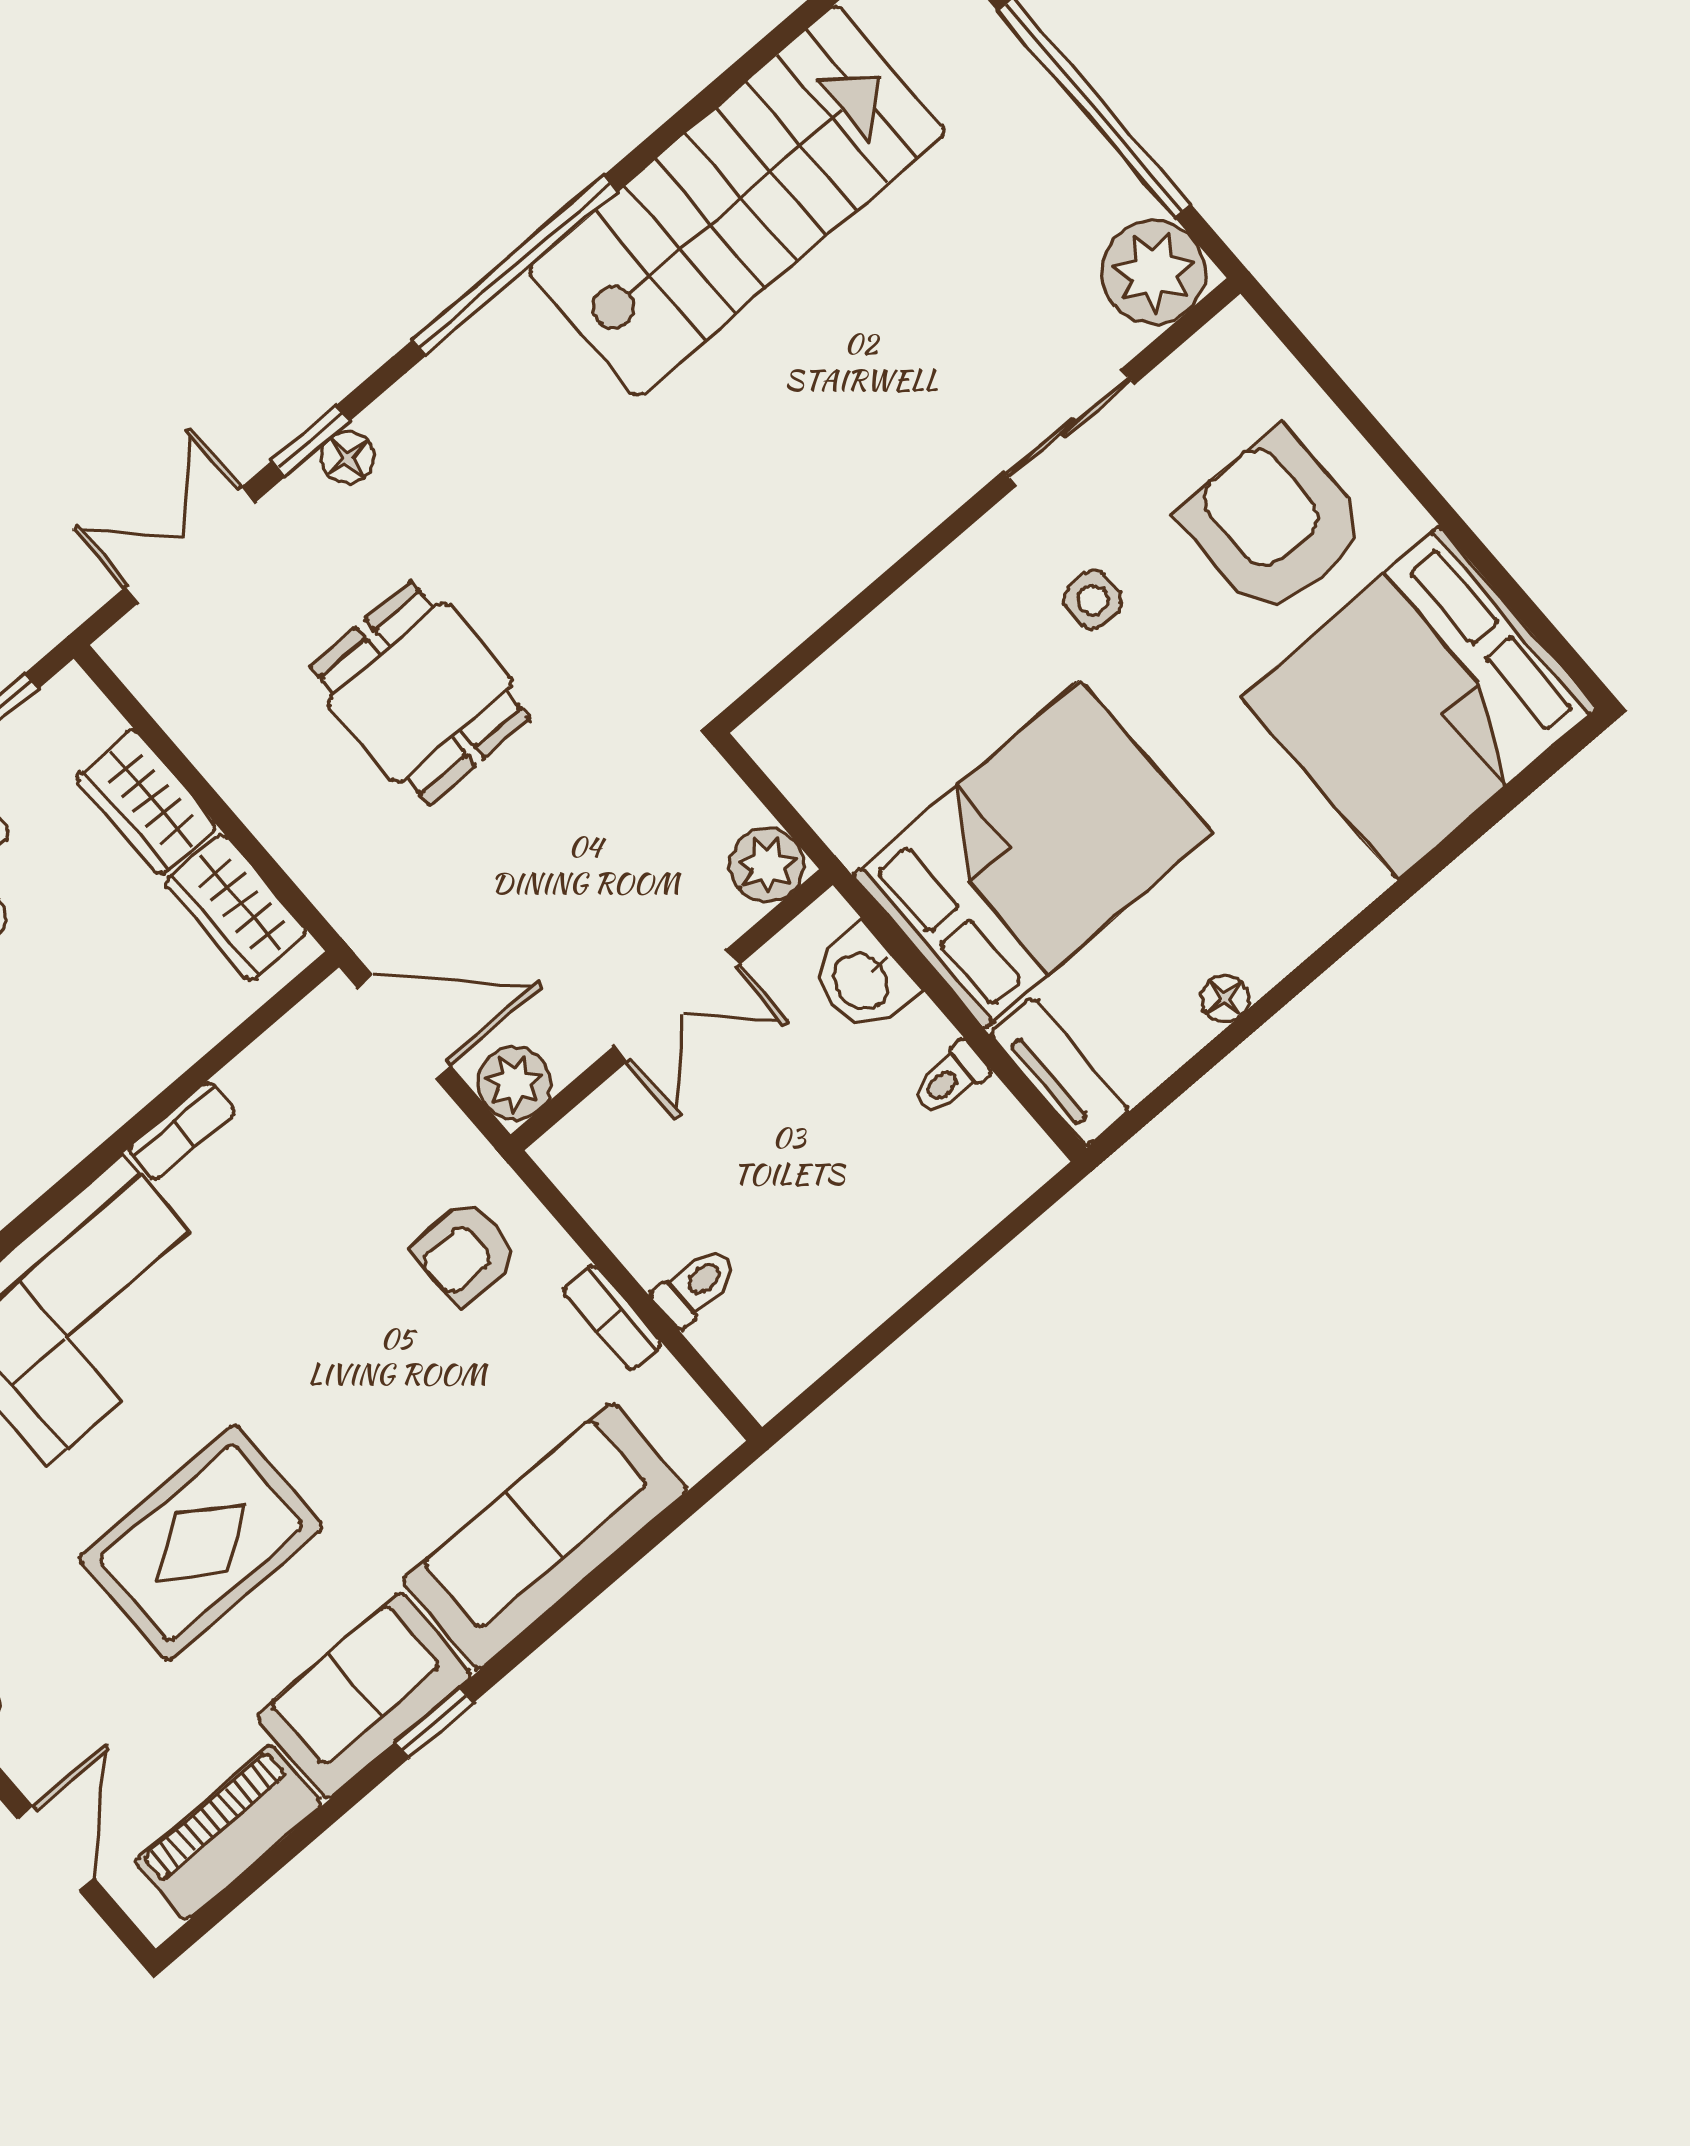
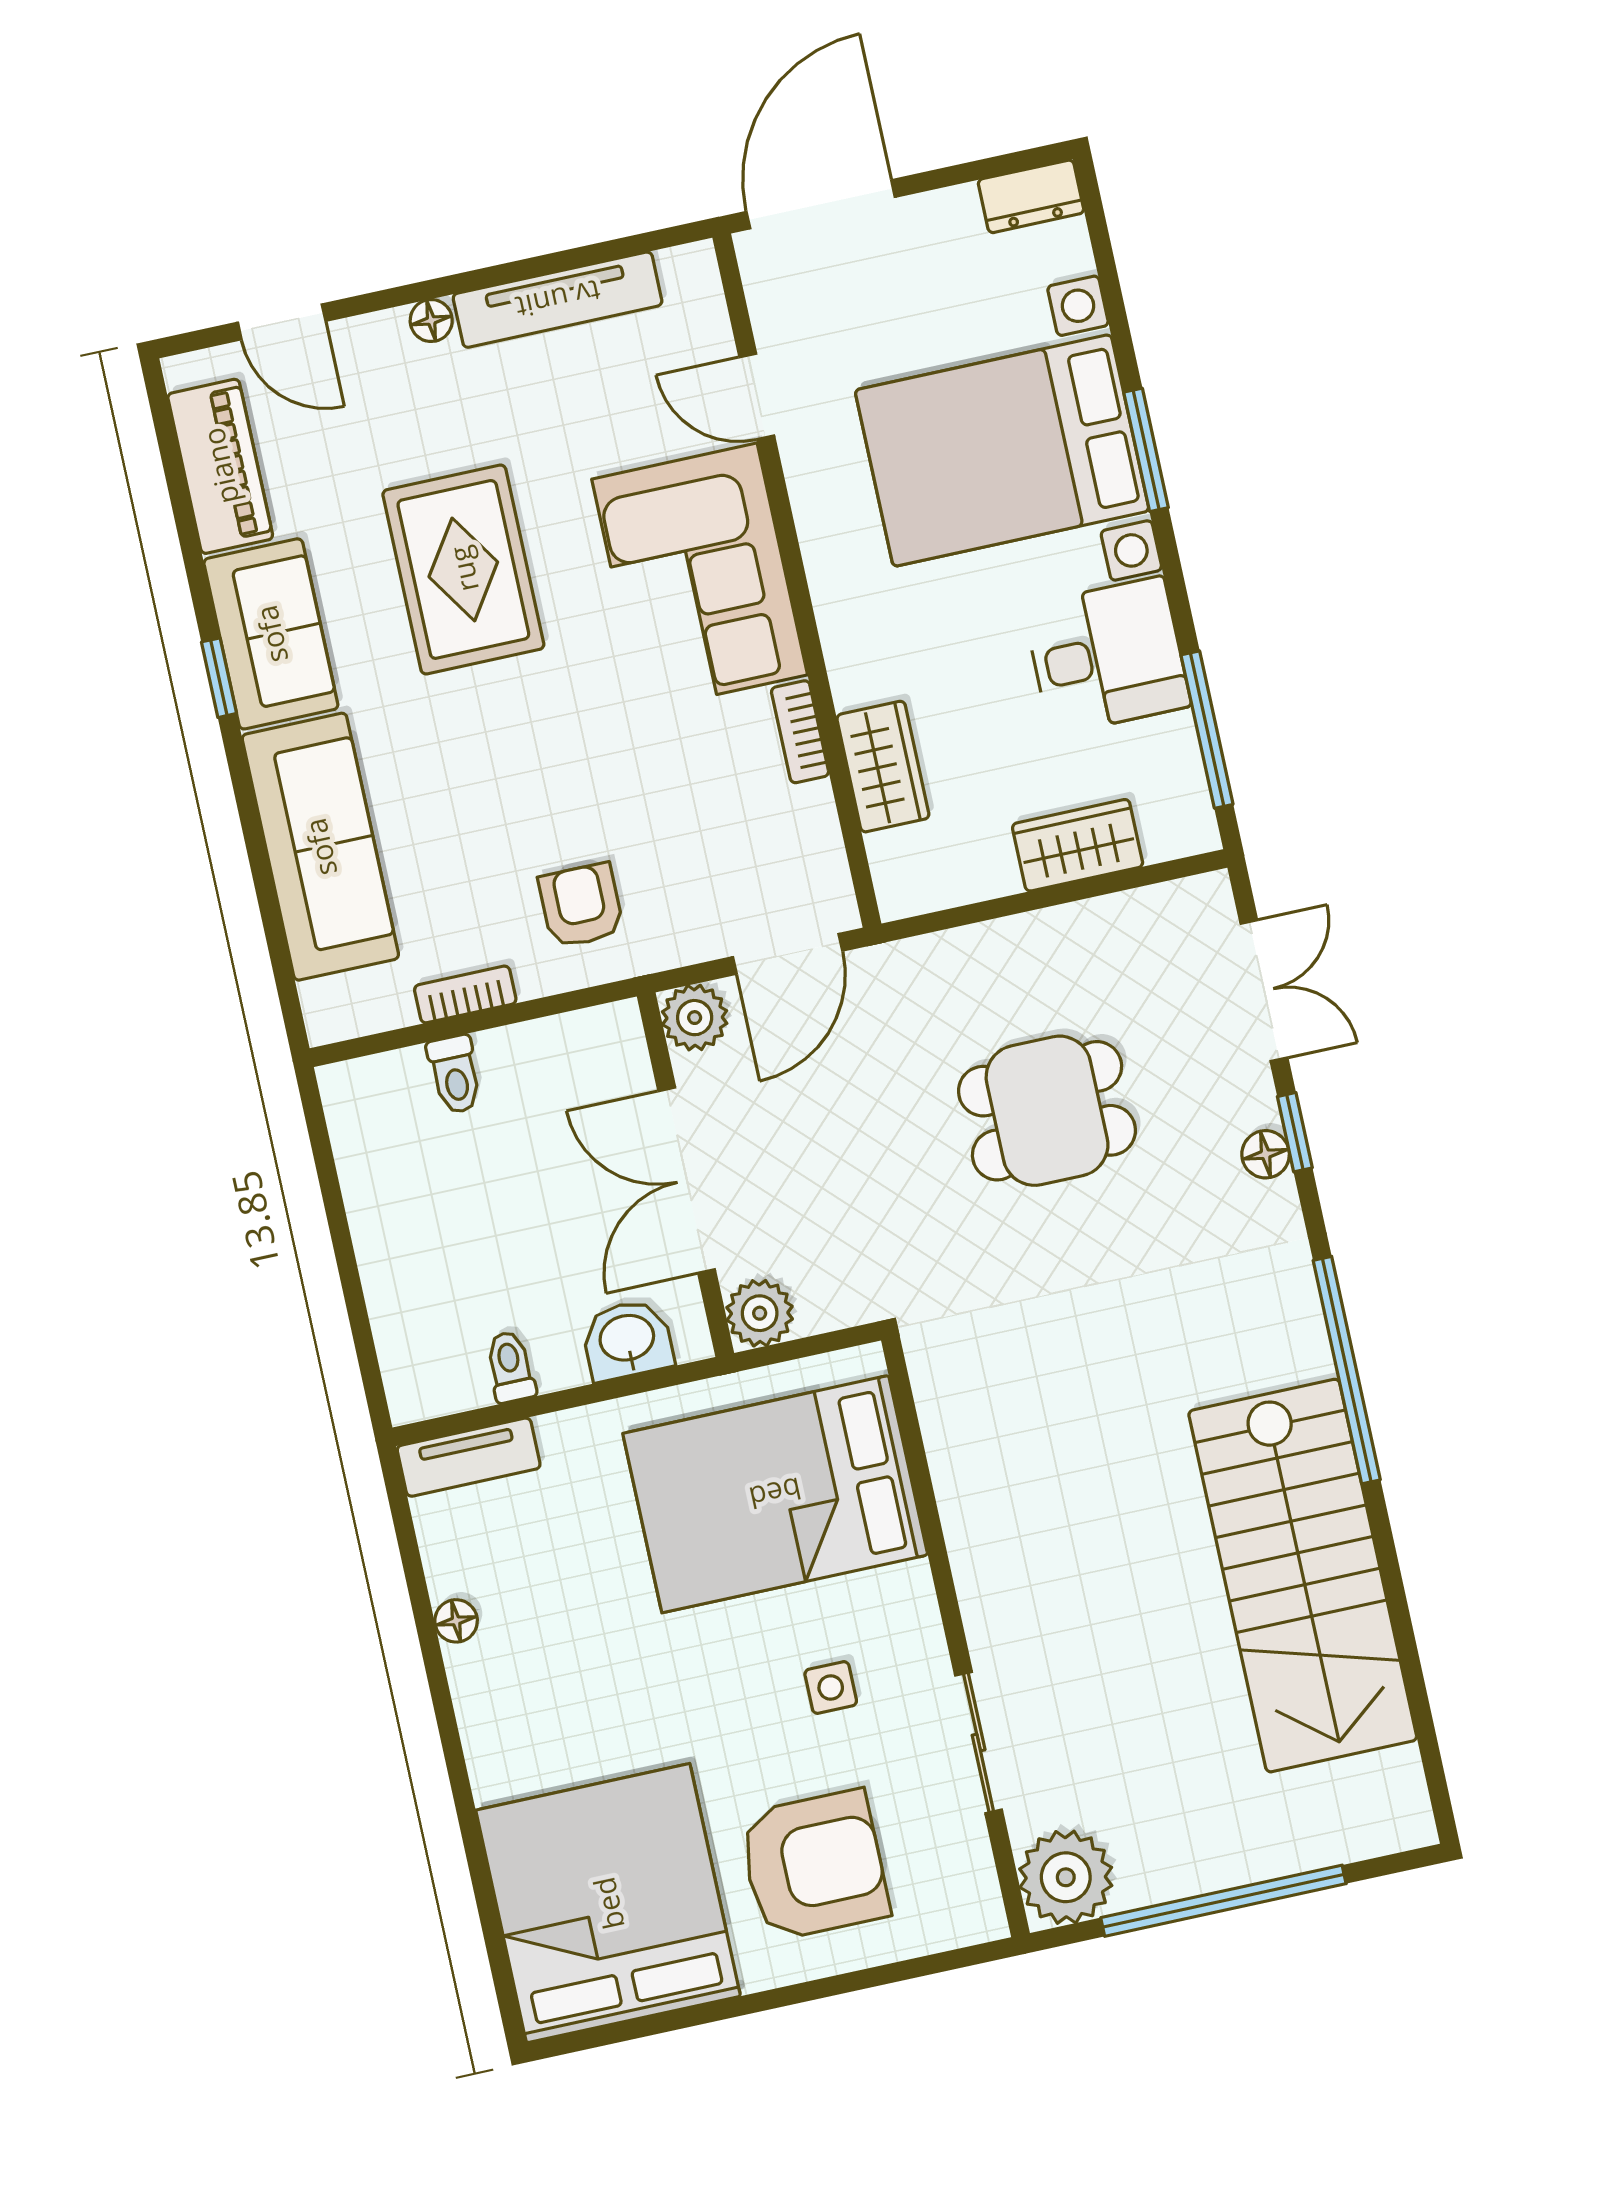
bed: (1032, 855) -> (775, 1494), moved, turned 90
wardrobe: (236, 907) -> (883, 767), moved, turned 90
double door: (676, 1006) -> (687, 1180), width x1.37

